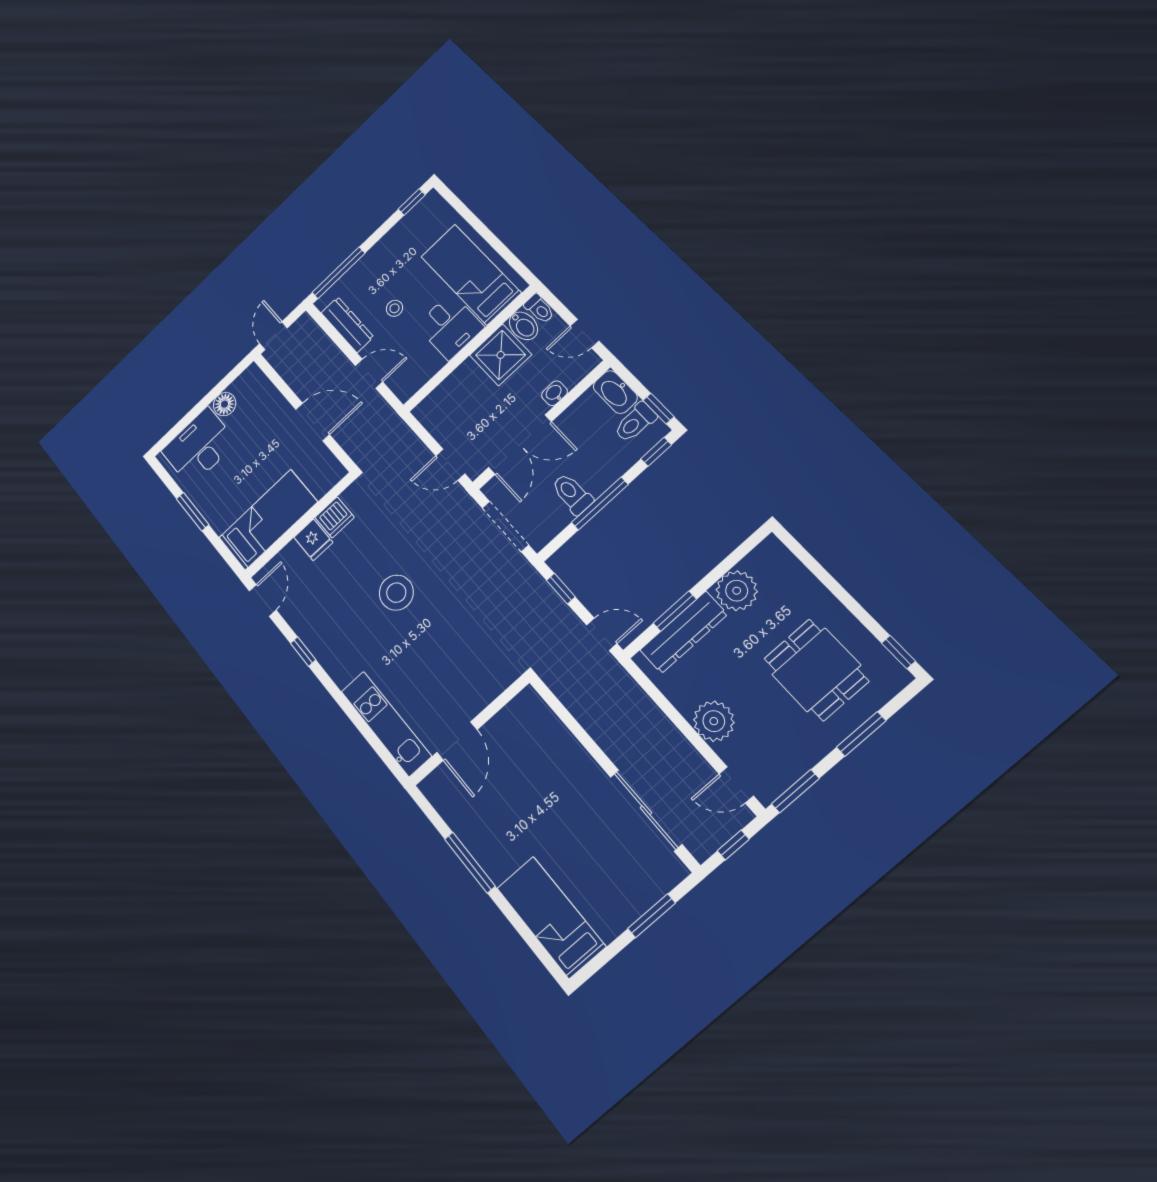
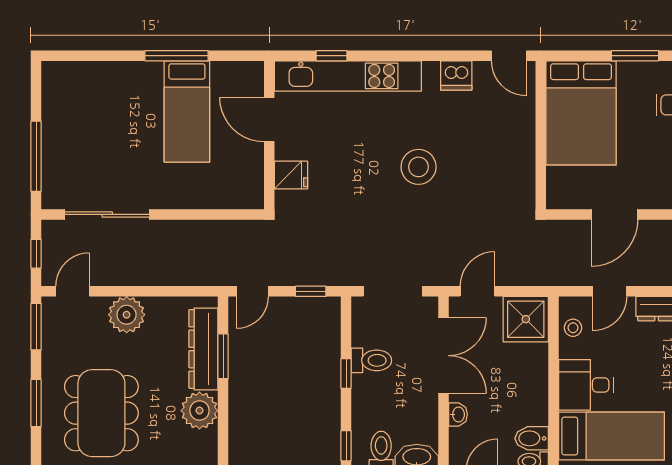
stool: (394, 308) -> (573, 328), moved
shower: (501, 355) -> (526, 319), moved
double door: (520, 445) -> (443, 356), swing flipped
window: (600, 504) -> (346, 373), width x0.46
dishwasher: (335, 517) -> (456, 75), moved, turned -90
bed: (268, 520) -> (581, 113), width x1.50
fridge: (313, 540) -> (291, 175), moved, turned 180
window: (303, 651) -> (332, 56), moved
dining table: (816, 670) -> (101, 413), width x1.38
kitchen unit: (386, 724) -> (348, 76), width x1.36
window: (652, 916) -> (36, 156), width x1.44
bed: (551, 917) -> (187, 111), moved, turned 90

